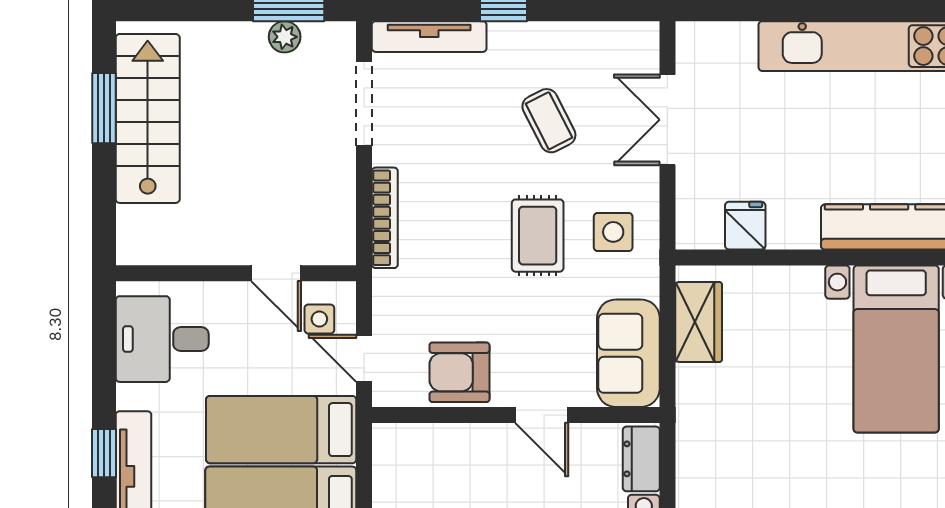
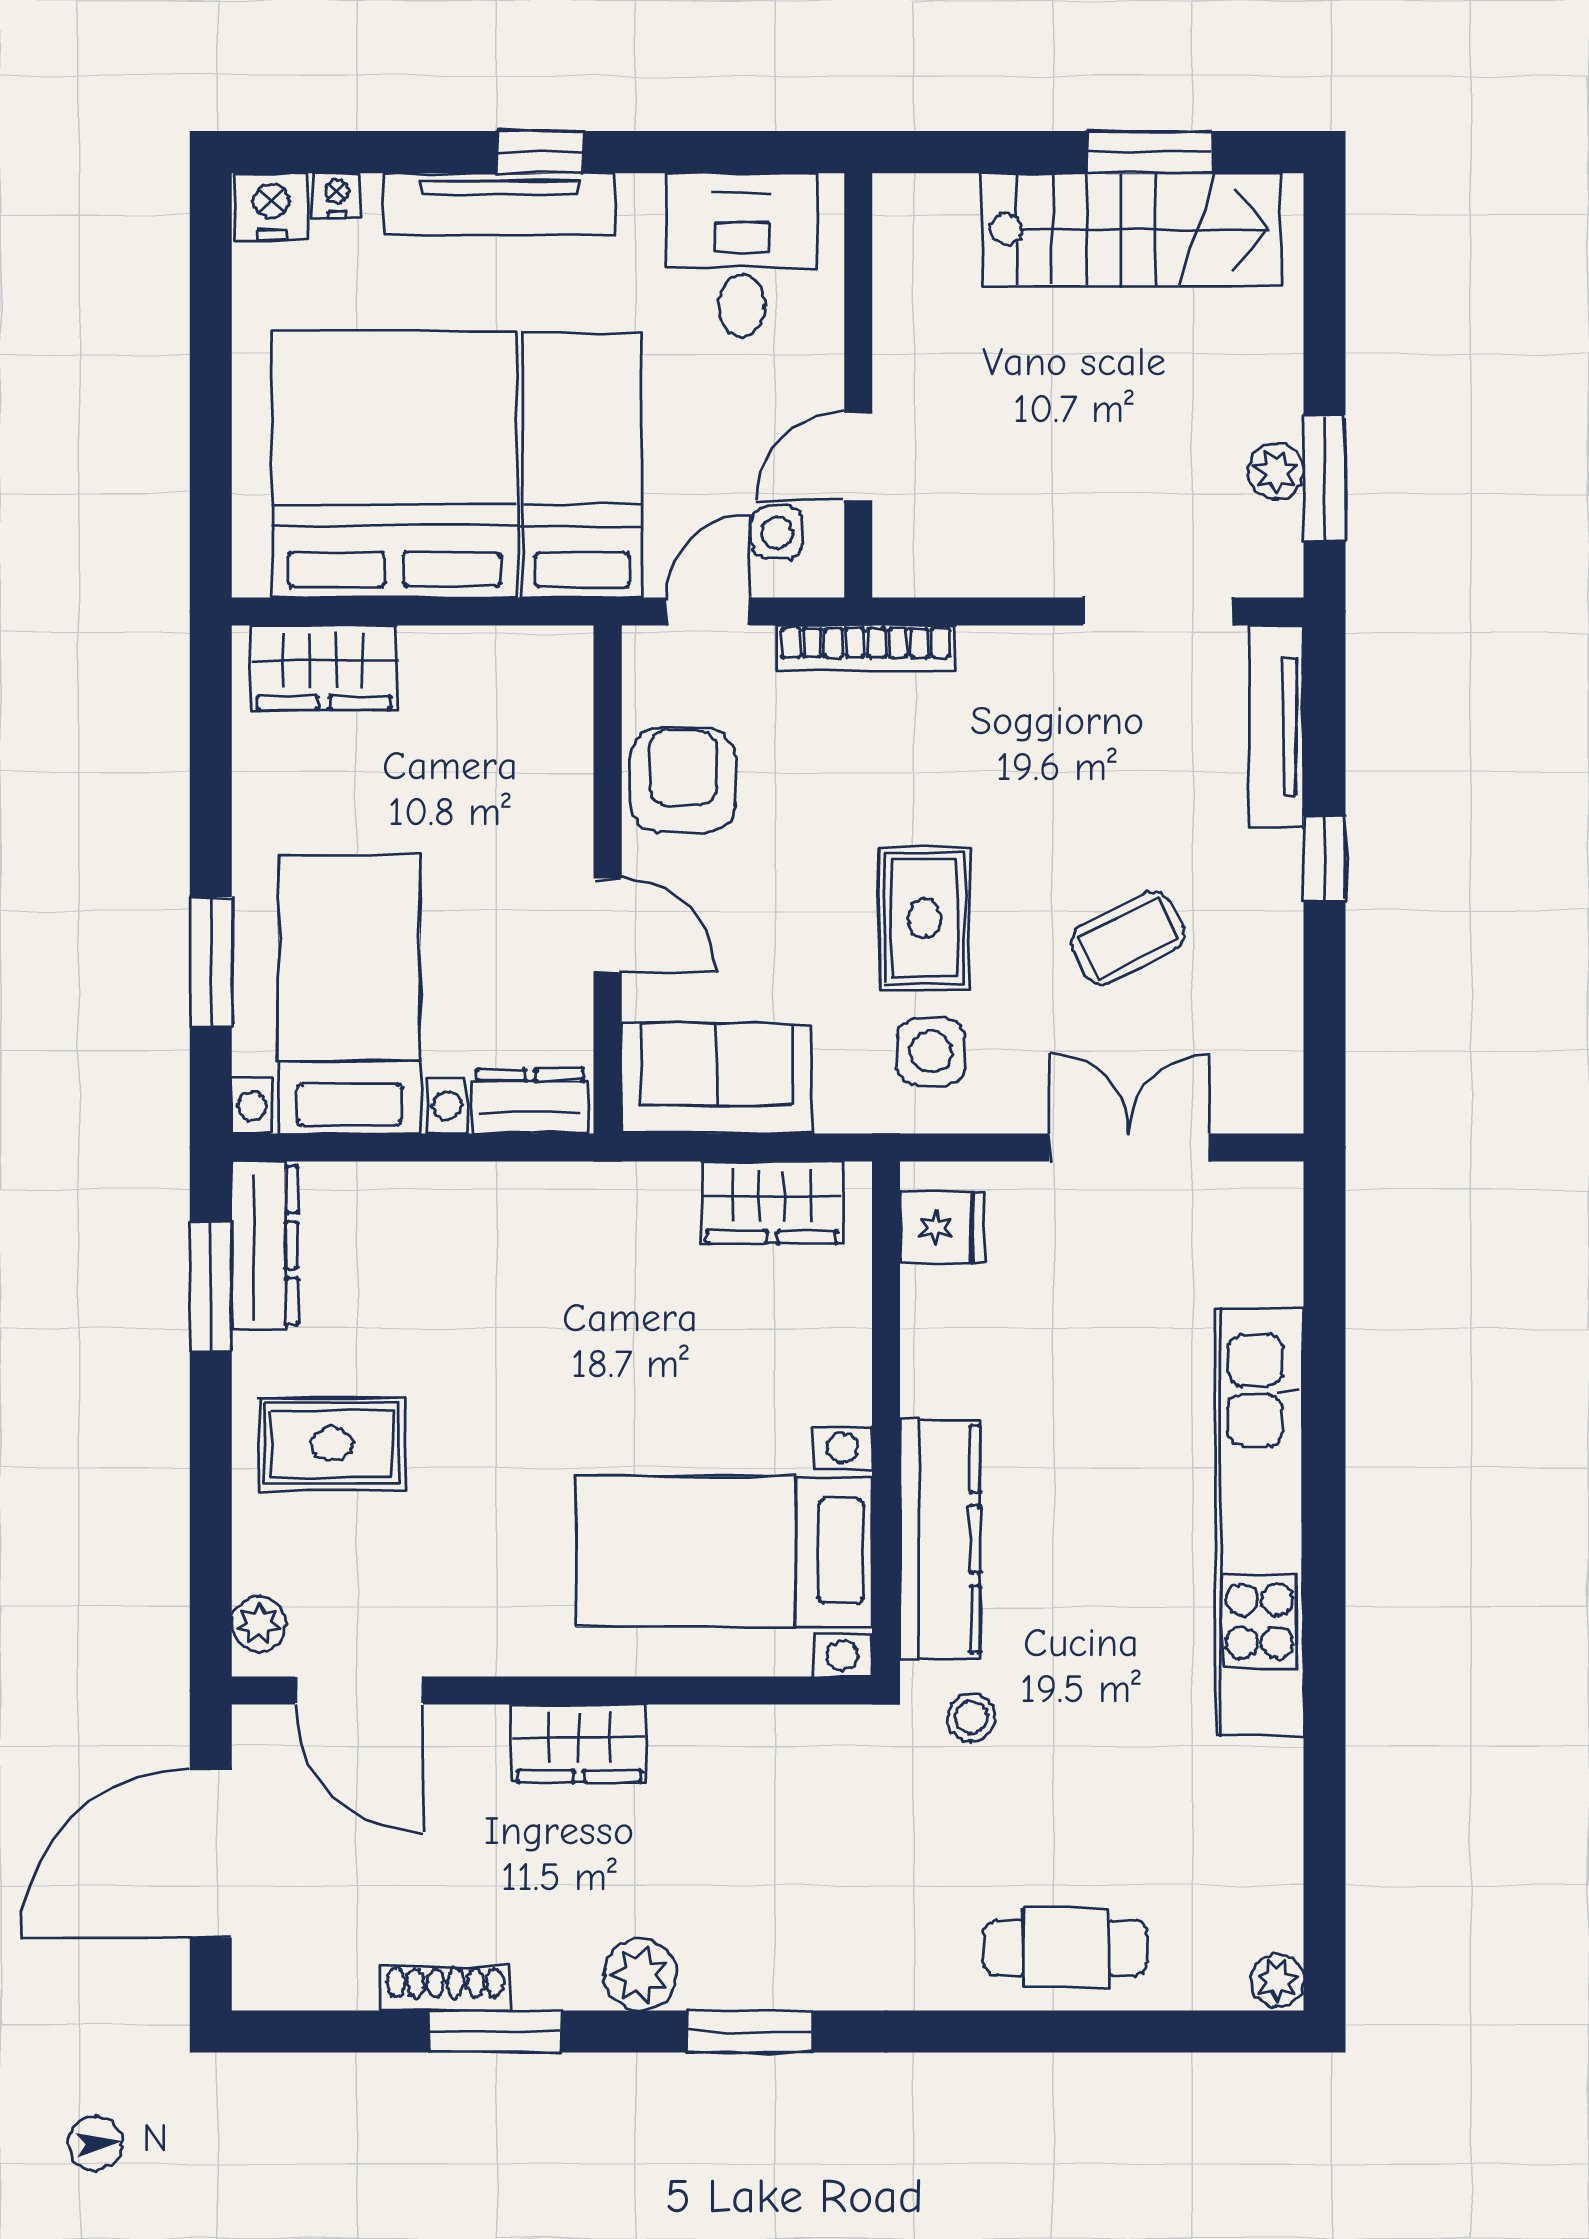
bookcase: (385, 218) -> (866, 648), moved
fridge: (745, 226) -> (942, 1227), moved
rug: (538, 236) -> (925, 918), turned 90
door: (542, 415) -> (608, 925), swing flipped

